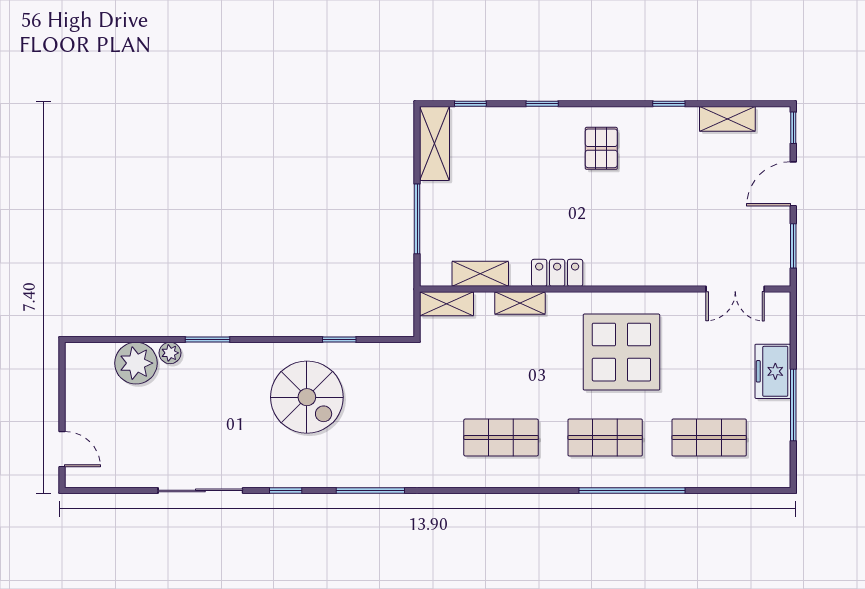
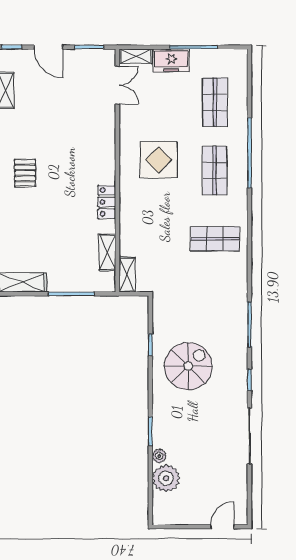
pallet: (601, 148) -> (25, 173), turned 90
shelving: (520, 303) -> (136, 56), moved, turned 90
display table: (621, 352) -> (159, 160), width x0.73, depth x0.73
shop shelf: (501, 437) -> (215, 239), turned 90

